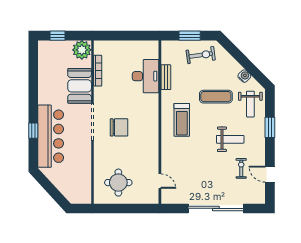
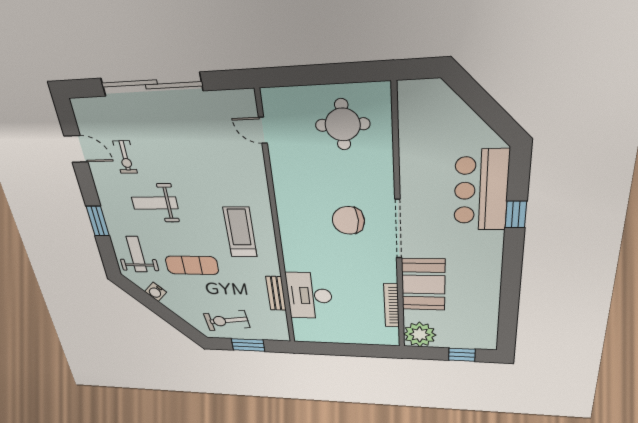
bar counter: (51, 136) -> (481, 191), width x0.73

